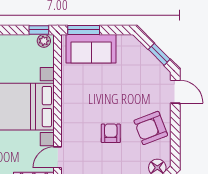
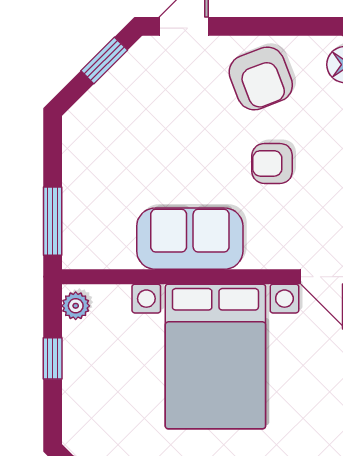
window: (39, 30) -> (53, 358), moved
sofa: (91, 49) -> (190, 239), moved, turned -90

